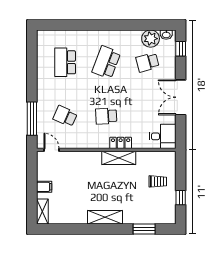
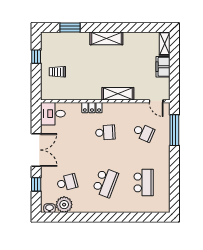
window: (181, 49) -> (36, 184), moved
shelving: (119, 158) -> (118, 94), moved
filing cabinet: (44, 187) -> (163, 67), width x2.00

